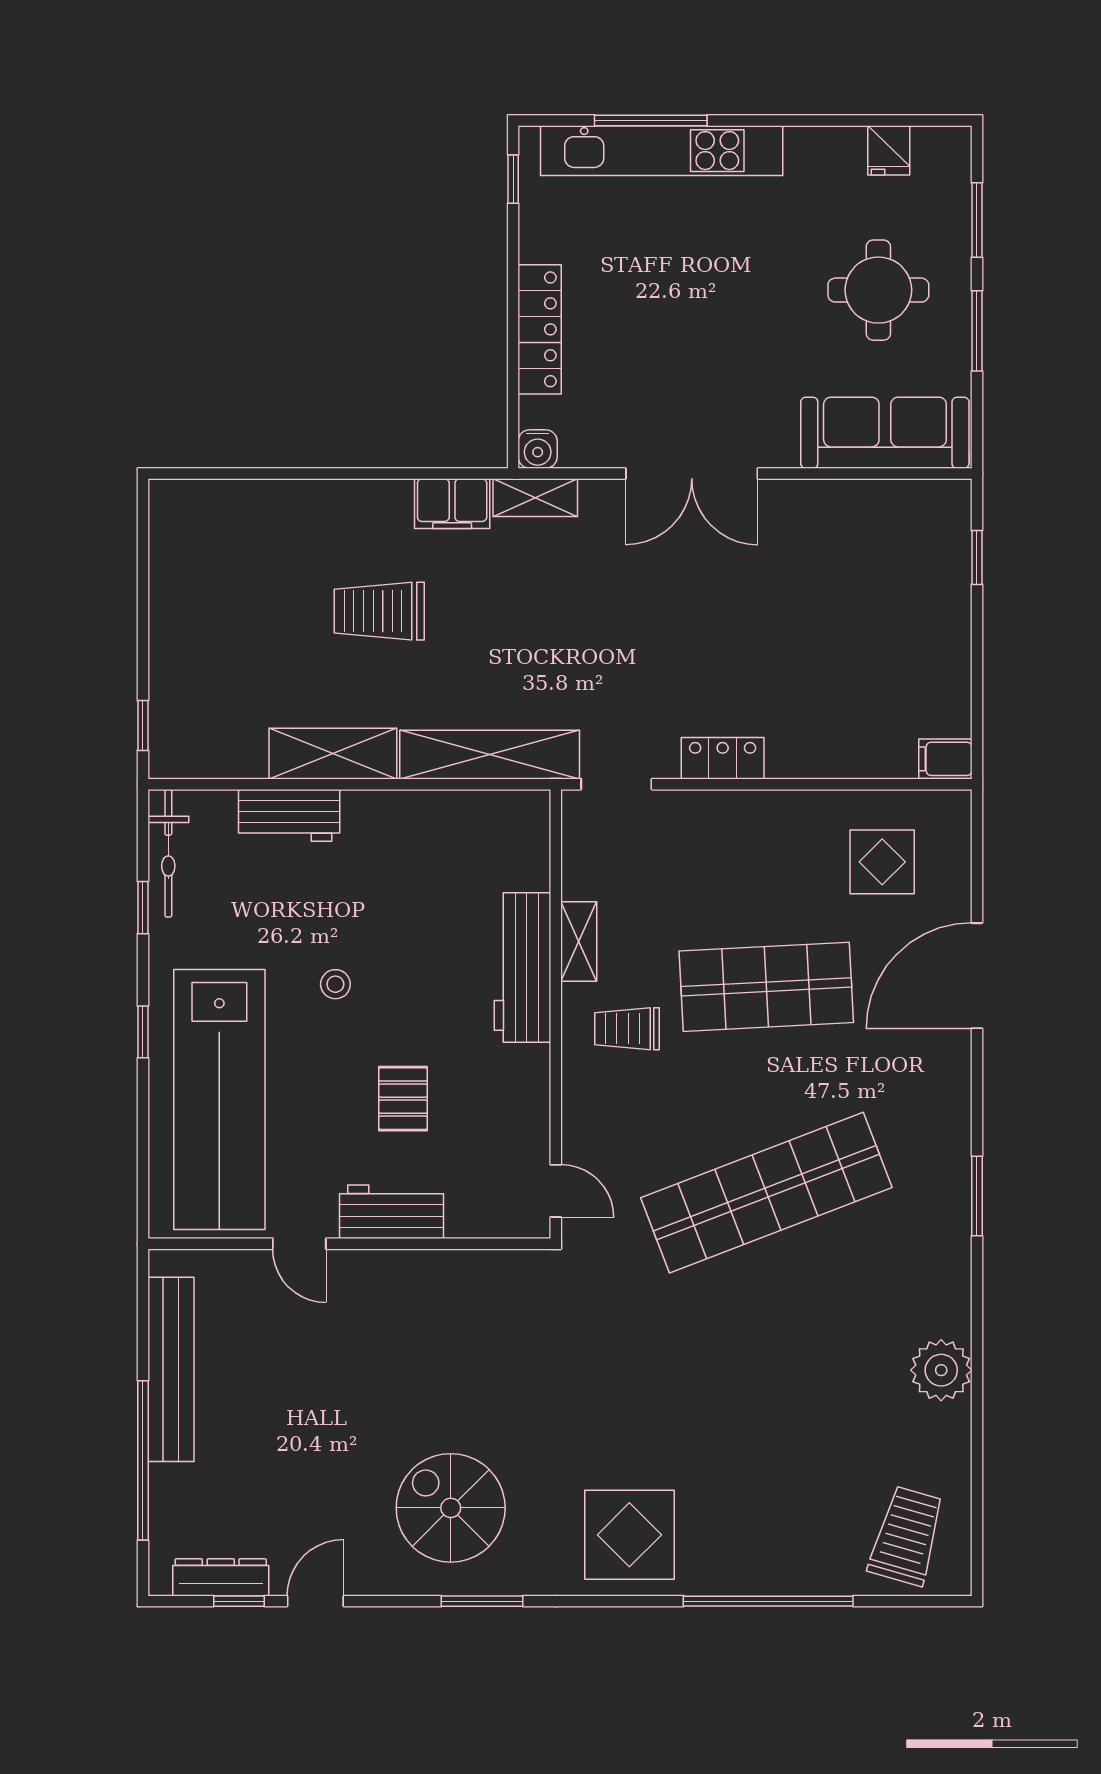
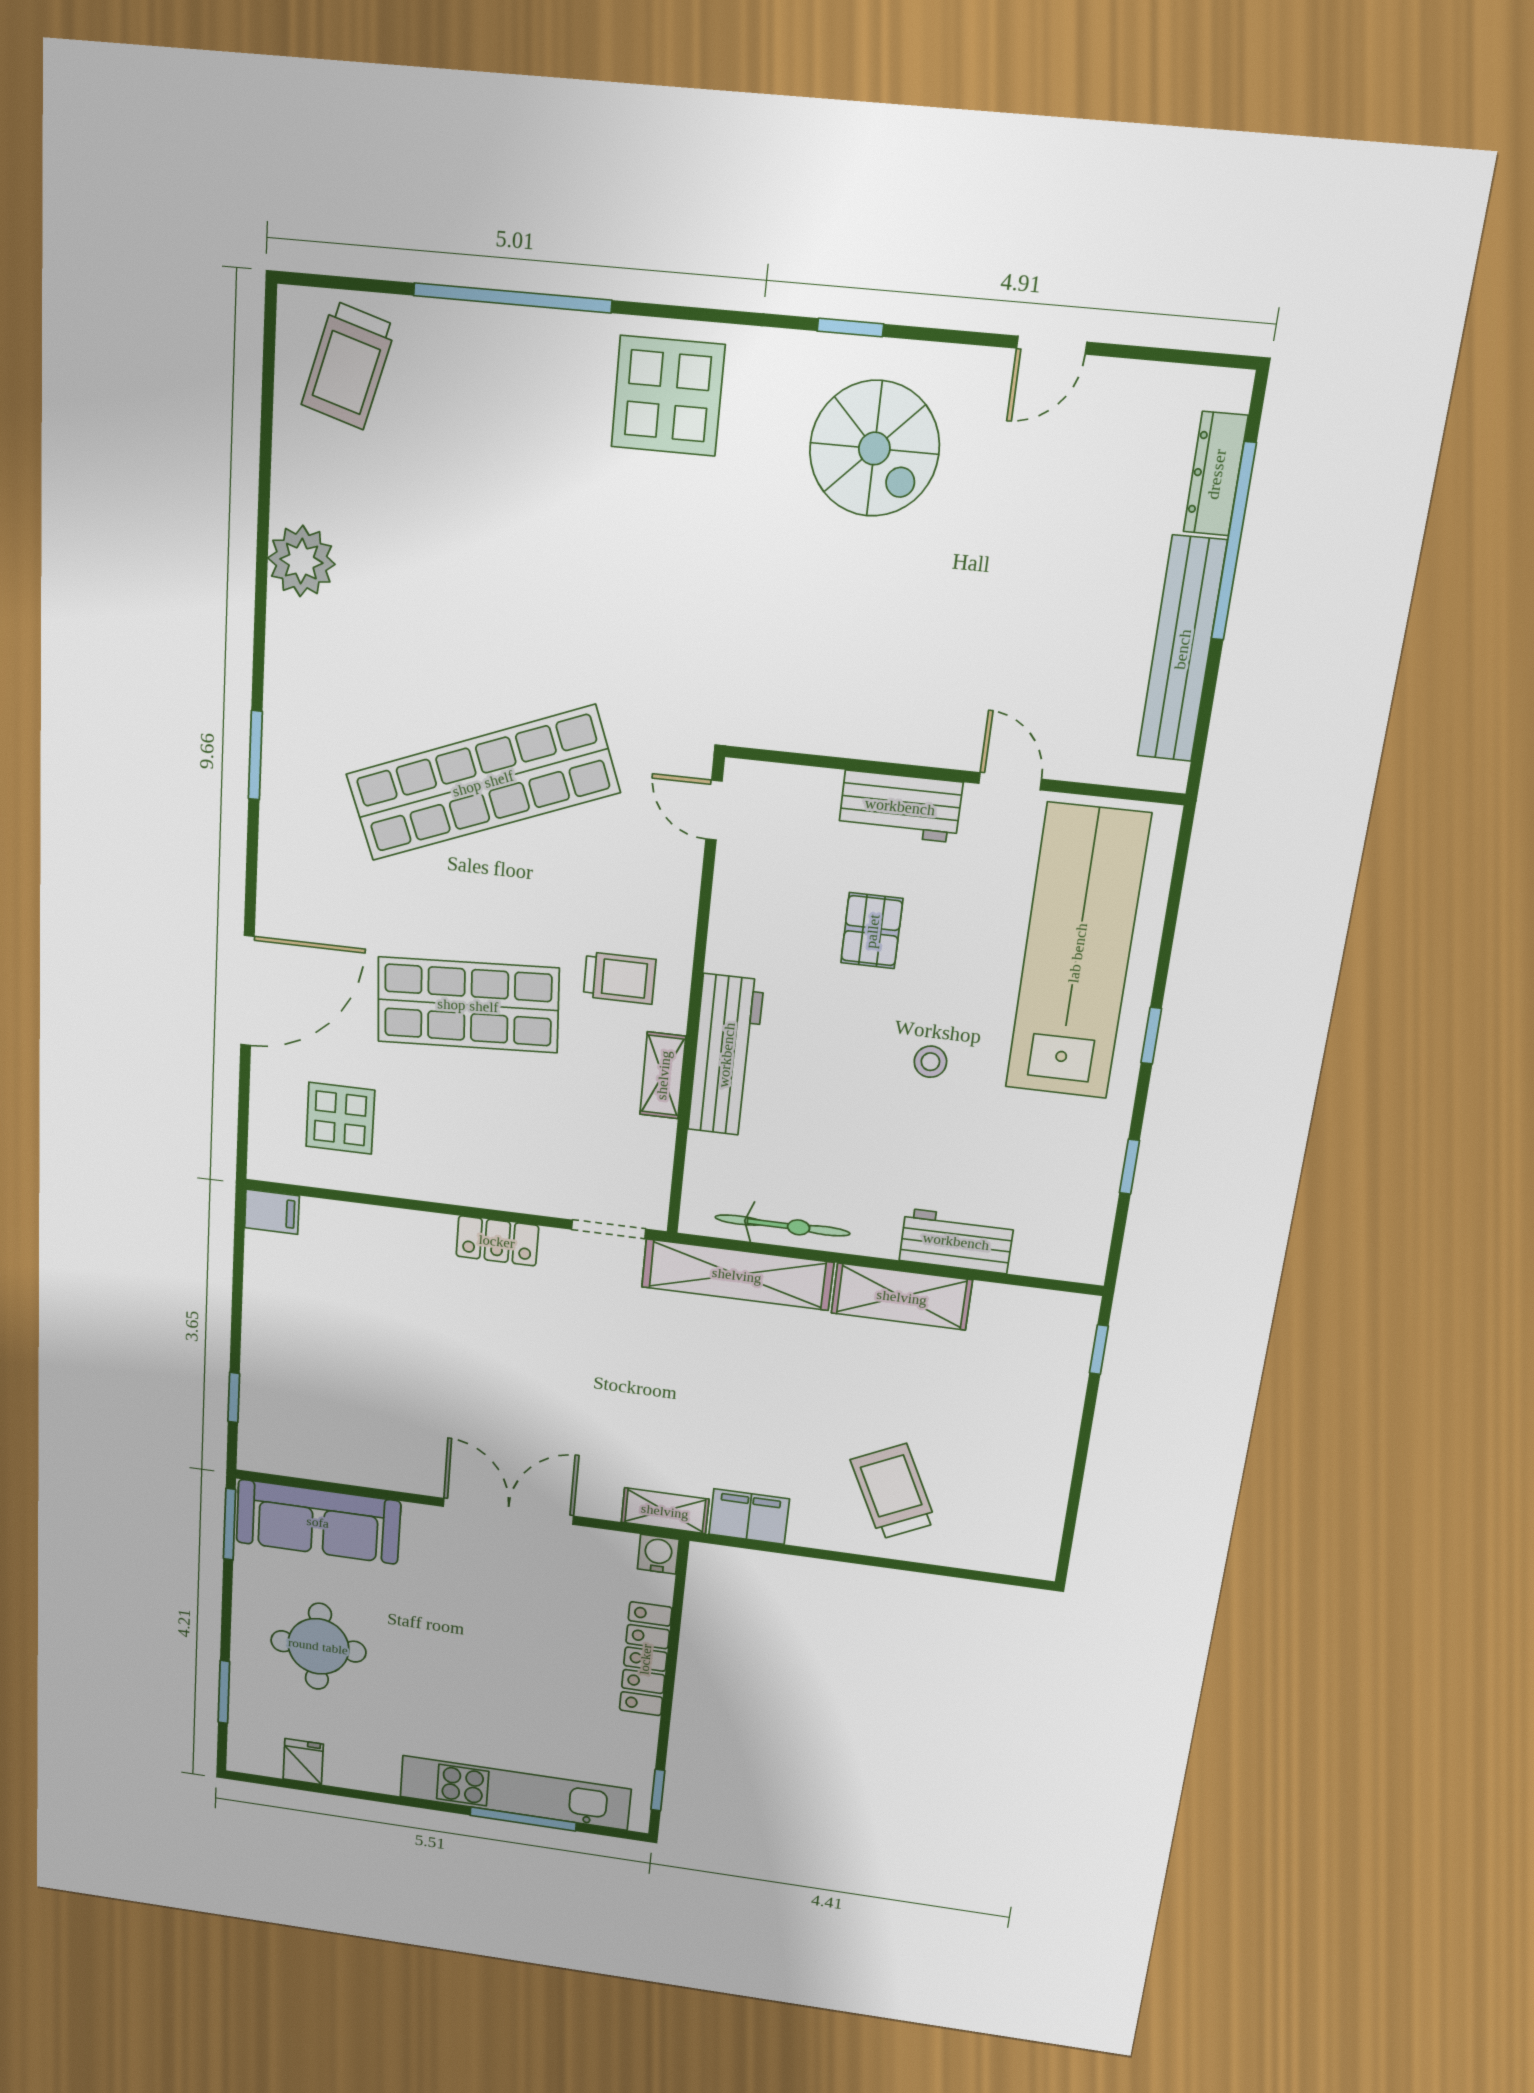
window: (977, 331) -> (229, 1524), moved
trolley: (379, 611) -> (893, 1492), moved, turned -116
bicycle: (168, 853) -> (782, 1225), moved, turned 90
dresser: (221, 1577) -> (1216, 474), moved, turned 90
window: (239, 1601) -> (1145, 353), removed
window: (482, 1601) -> (850, 327), width x0.67

